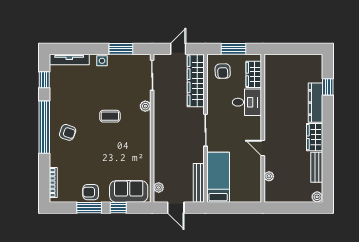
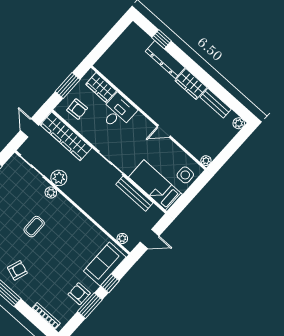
plant: (161, 102) -> (59, 178), added
plant: (269, 176) -> (206, 161), moved
bench: (199, 183) -> (134, 194), moved
armchair: (91, 192) -> (79, 294), turned 90
side table: (245, 192) -> (185, 175), added

